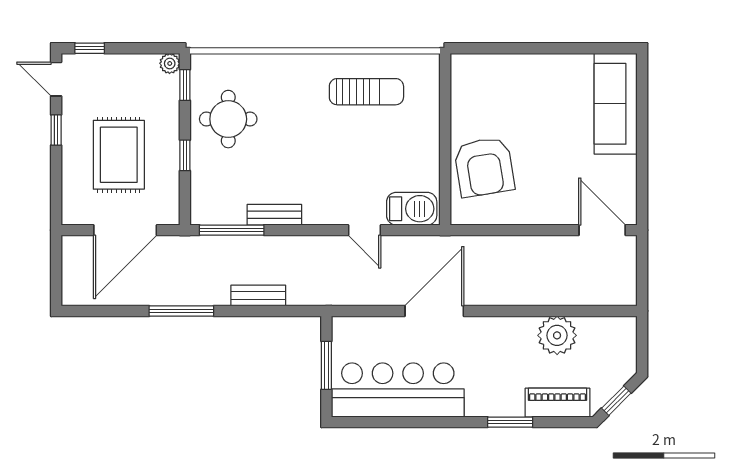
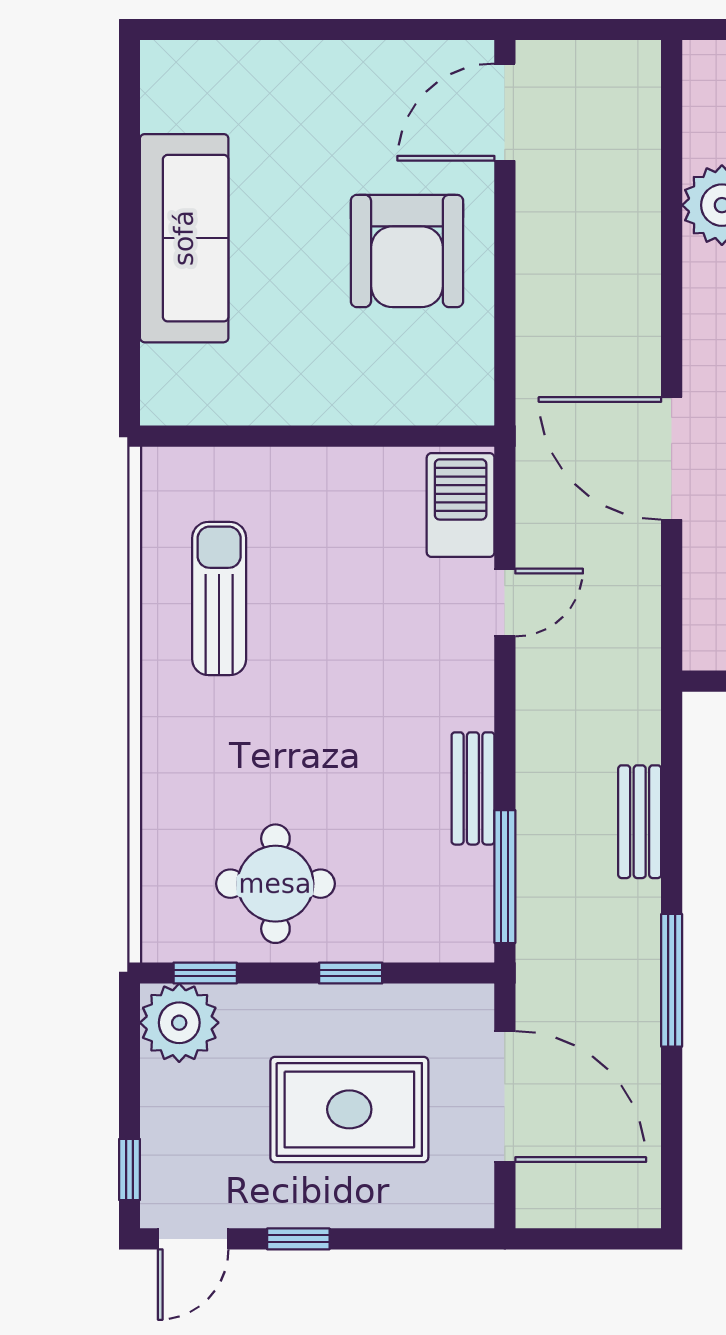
plant: (170, 63) -> (179, 1023), width x1.88, depth x1.88
sofa: (616, 104) -> (184, 238), moved, turned -90
armchair: (484, 167) -> (407, 251), moved, turned 99

